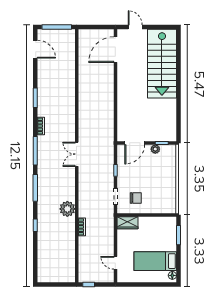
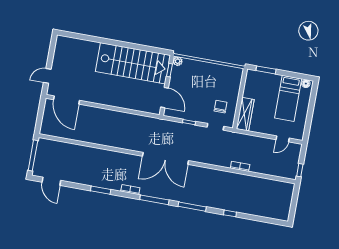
door: (35, 49) -> (51, 181), swing flipped
stairs: (162, 64) -> (133, 63), moved
plant: (155, 149) -> (178, 61), moved
double door: (77, 154) -> (165, 158), width x1.87
plant: (67, 209) -> (219, 178), removed
wardrobe: (128, 223) -> (245, 114), width x1.50

